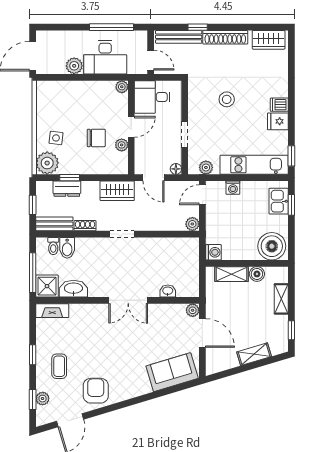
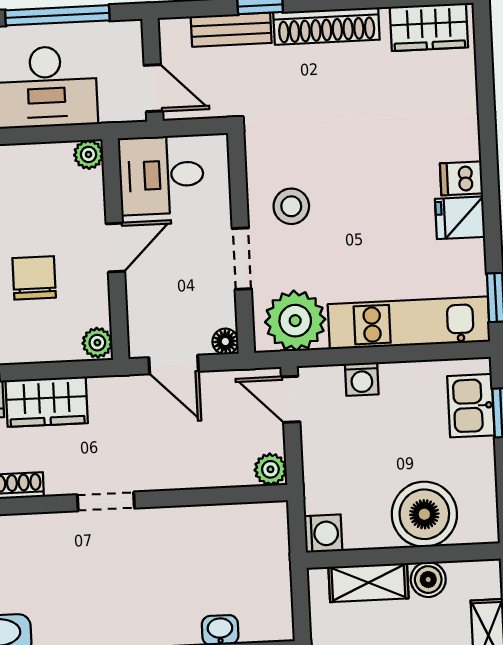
bench: (179, 37) -> (231, 30), width x0.73
stool: (227, 99) -> (291, 206), moved
chair: (96, 138) -> (34, 278), turned -90
plant: (122, 145) -> (97, 343), moved
plant: (206, 167) -> (295, 321), width x1.87, depth x1.87
wardrobe: (117, 191) -> (47, 402), moved
door: (202, 195) -> (291, 399), hinge flipped
boiler: (272, 246) -> (424, 514), moved

